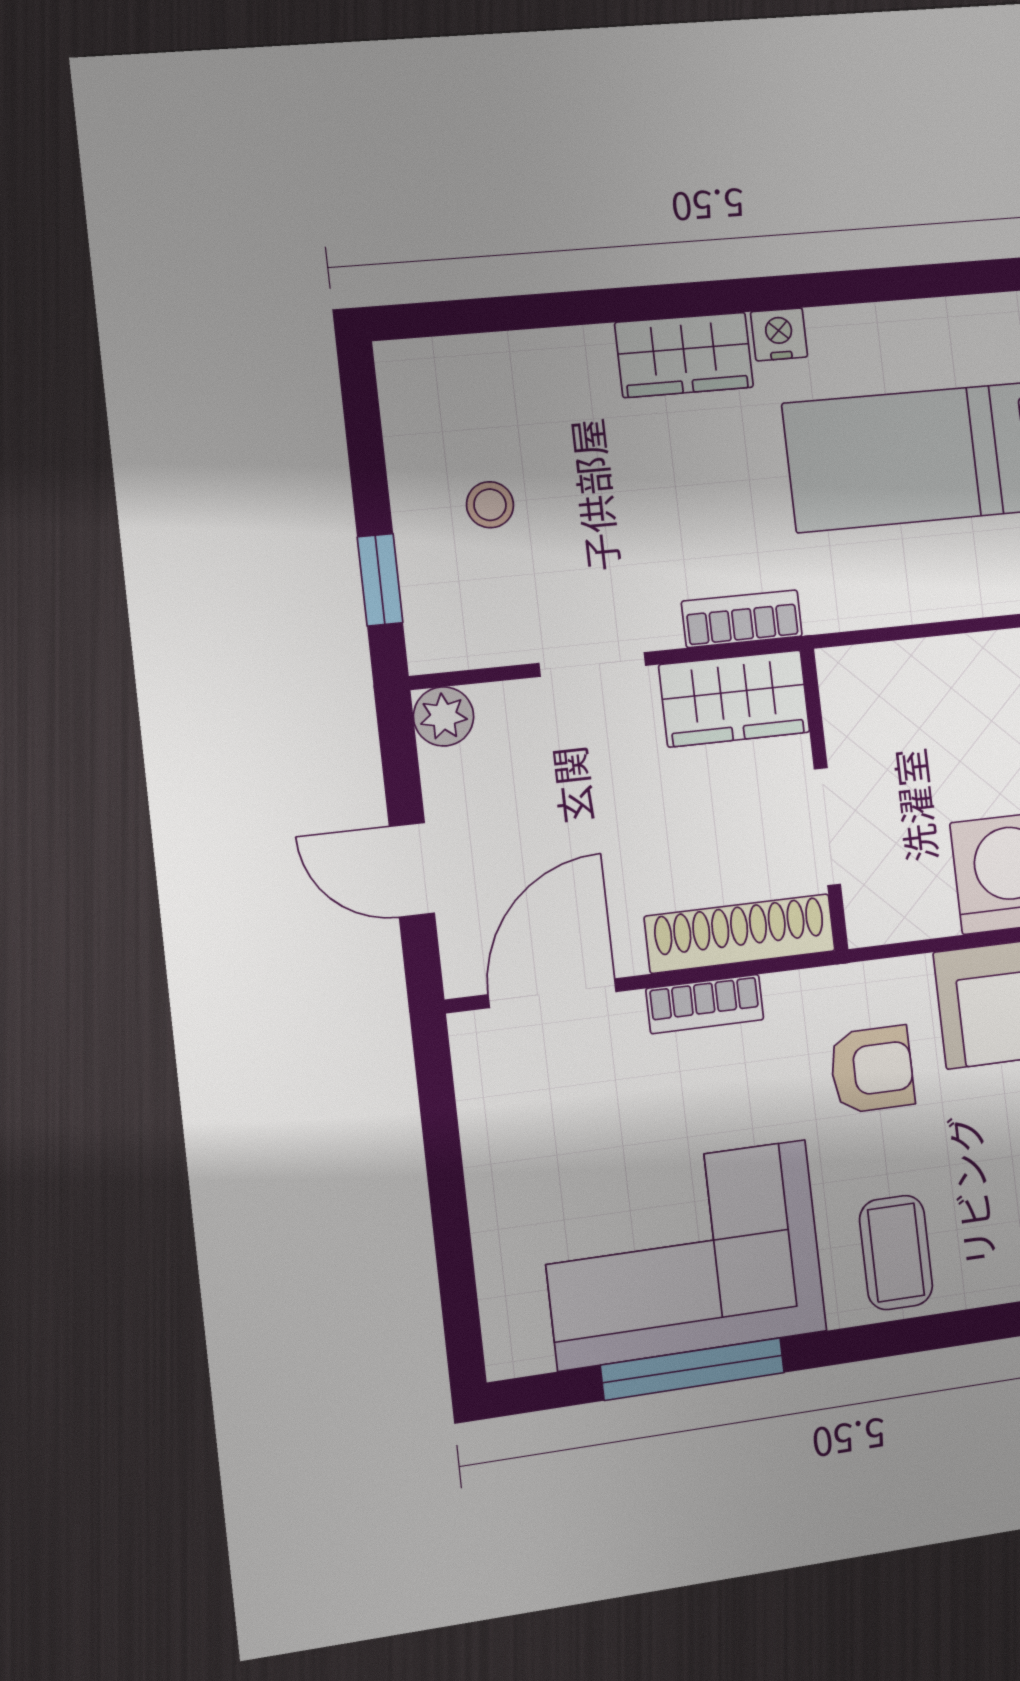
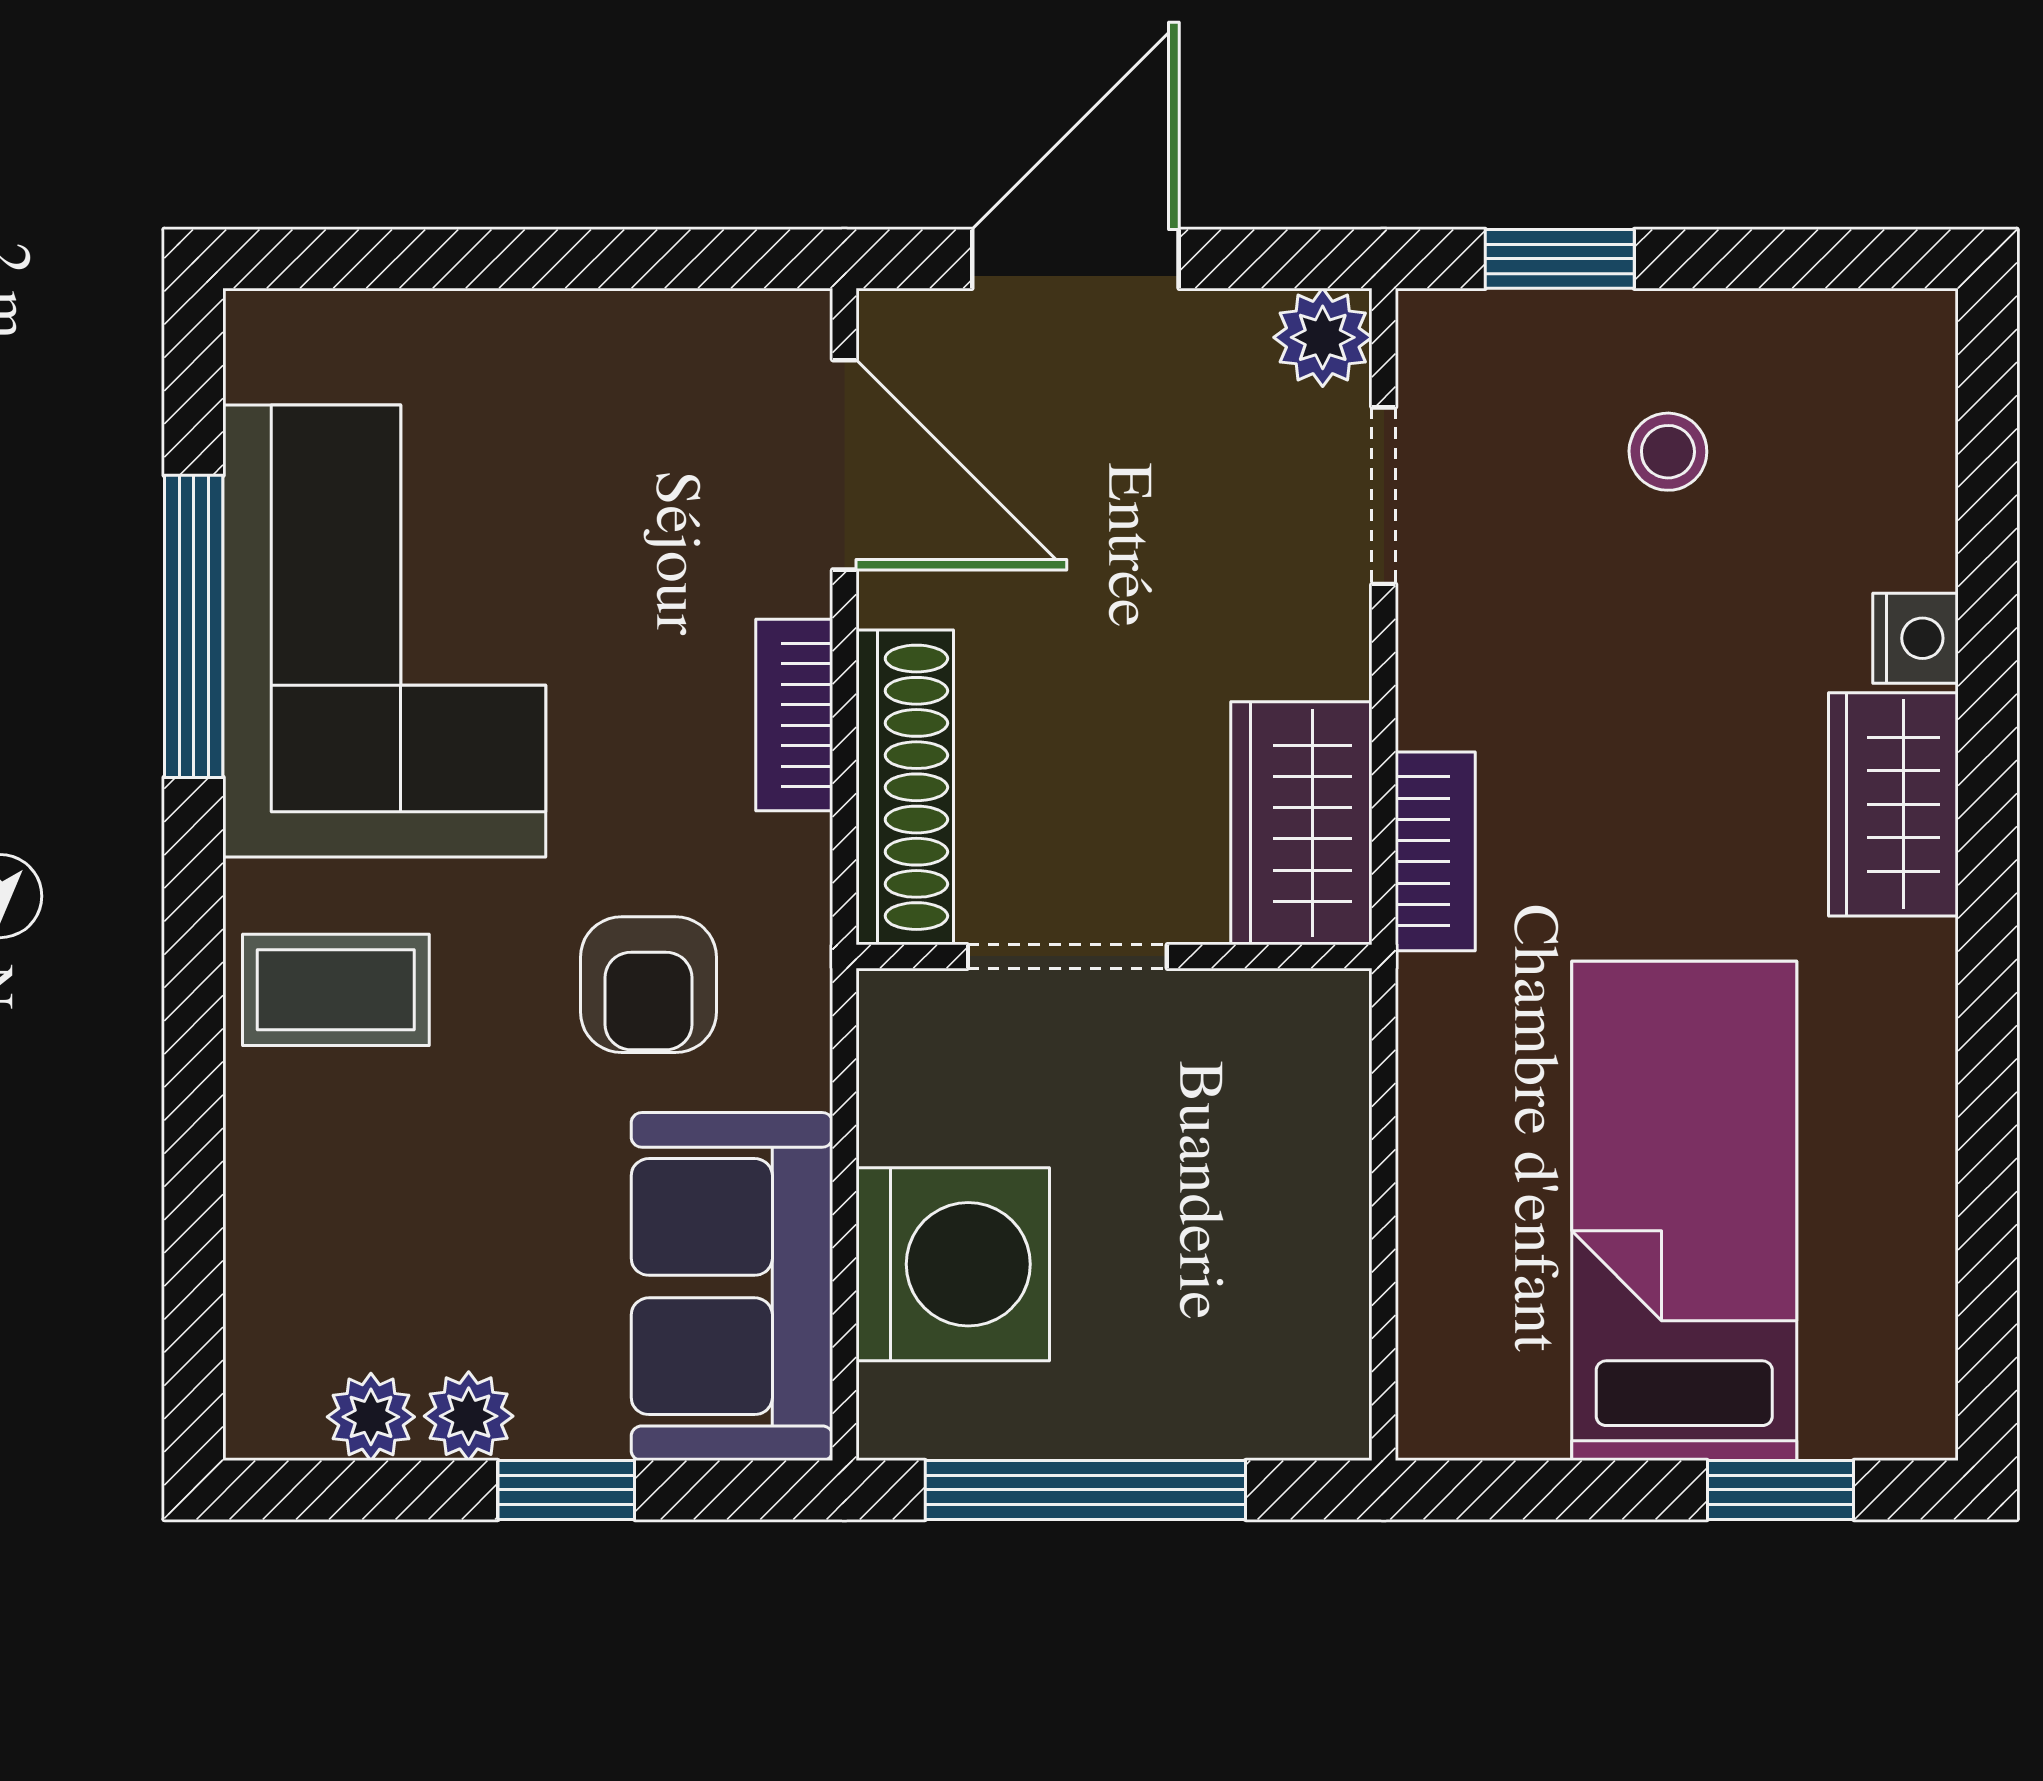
nightstand: (779, 334) -> (1916, 638), moved
doorway: (592, 664) -> (1384, 496), moved
door: (412, 870) -> (1075, 259), width x1.37

